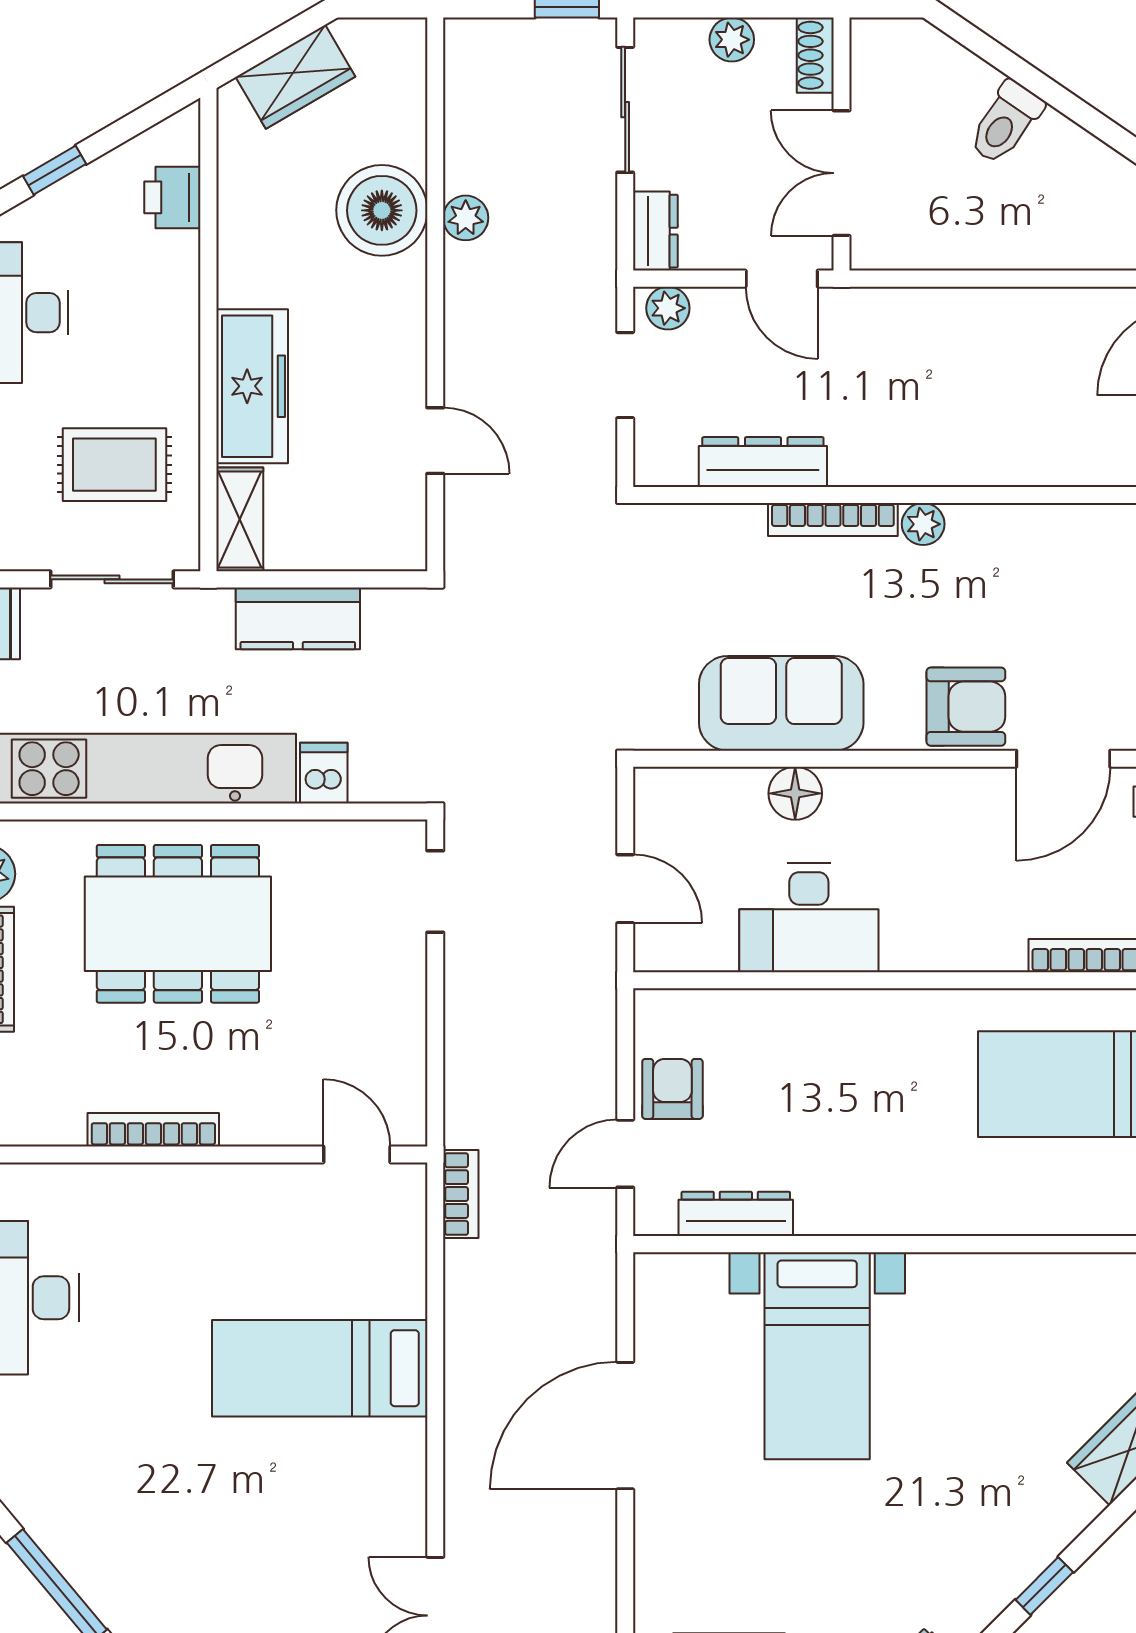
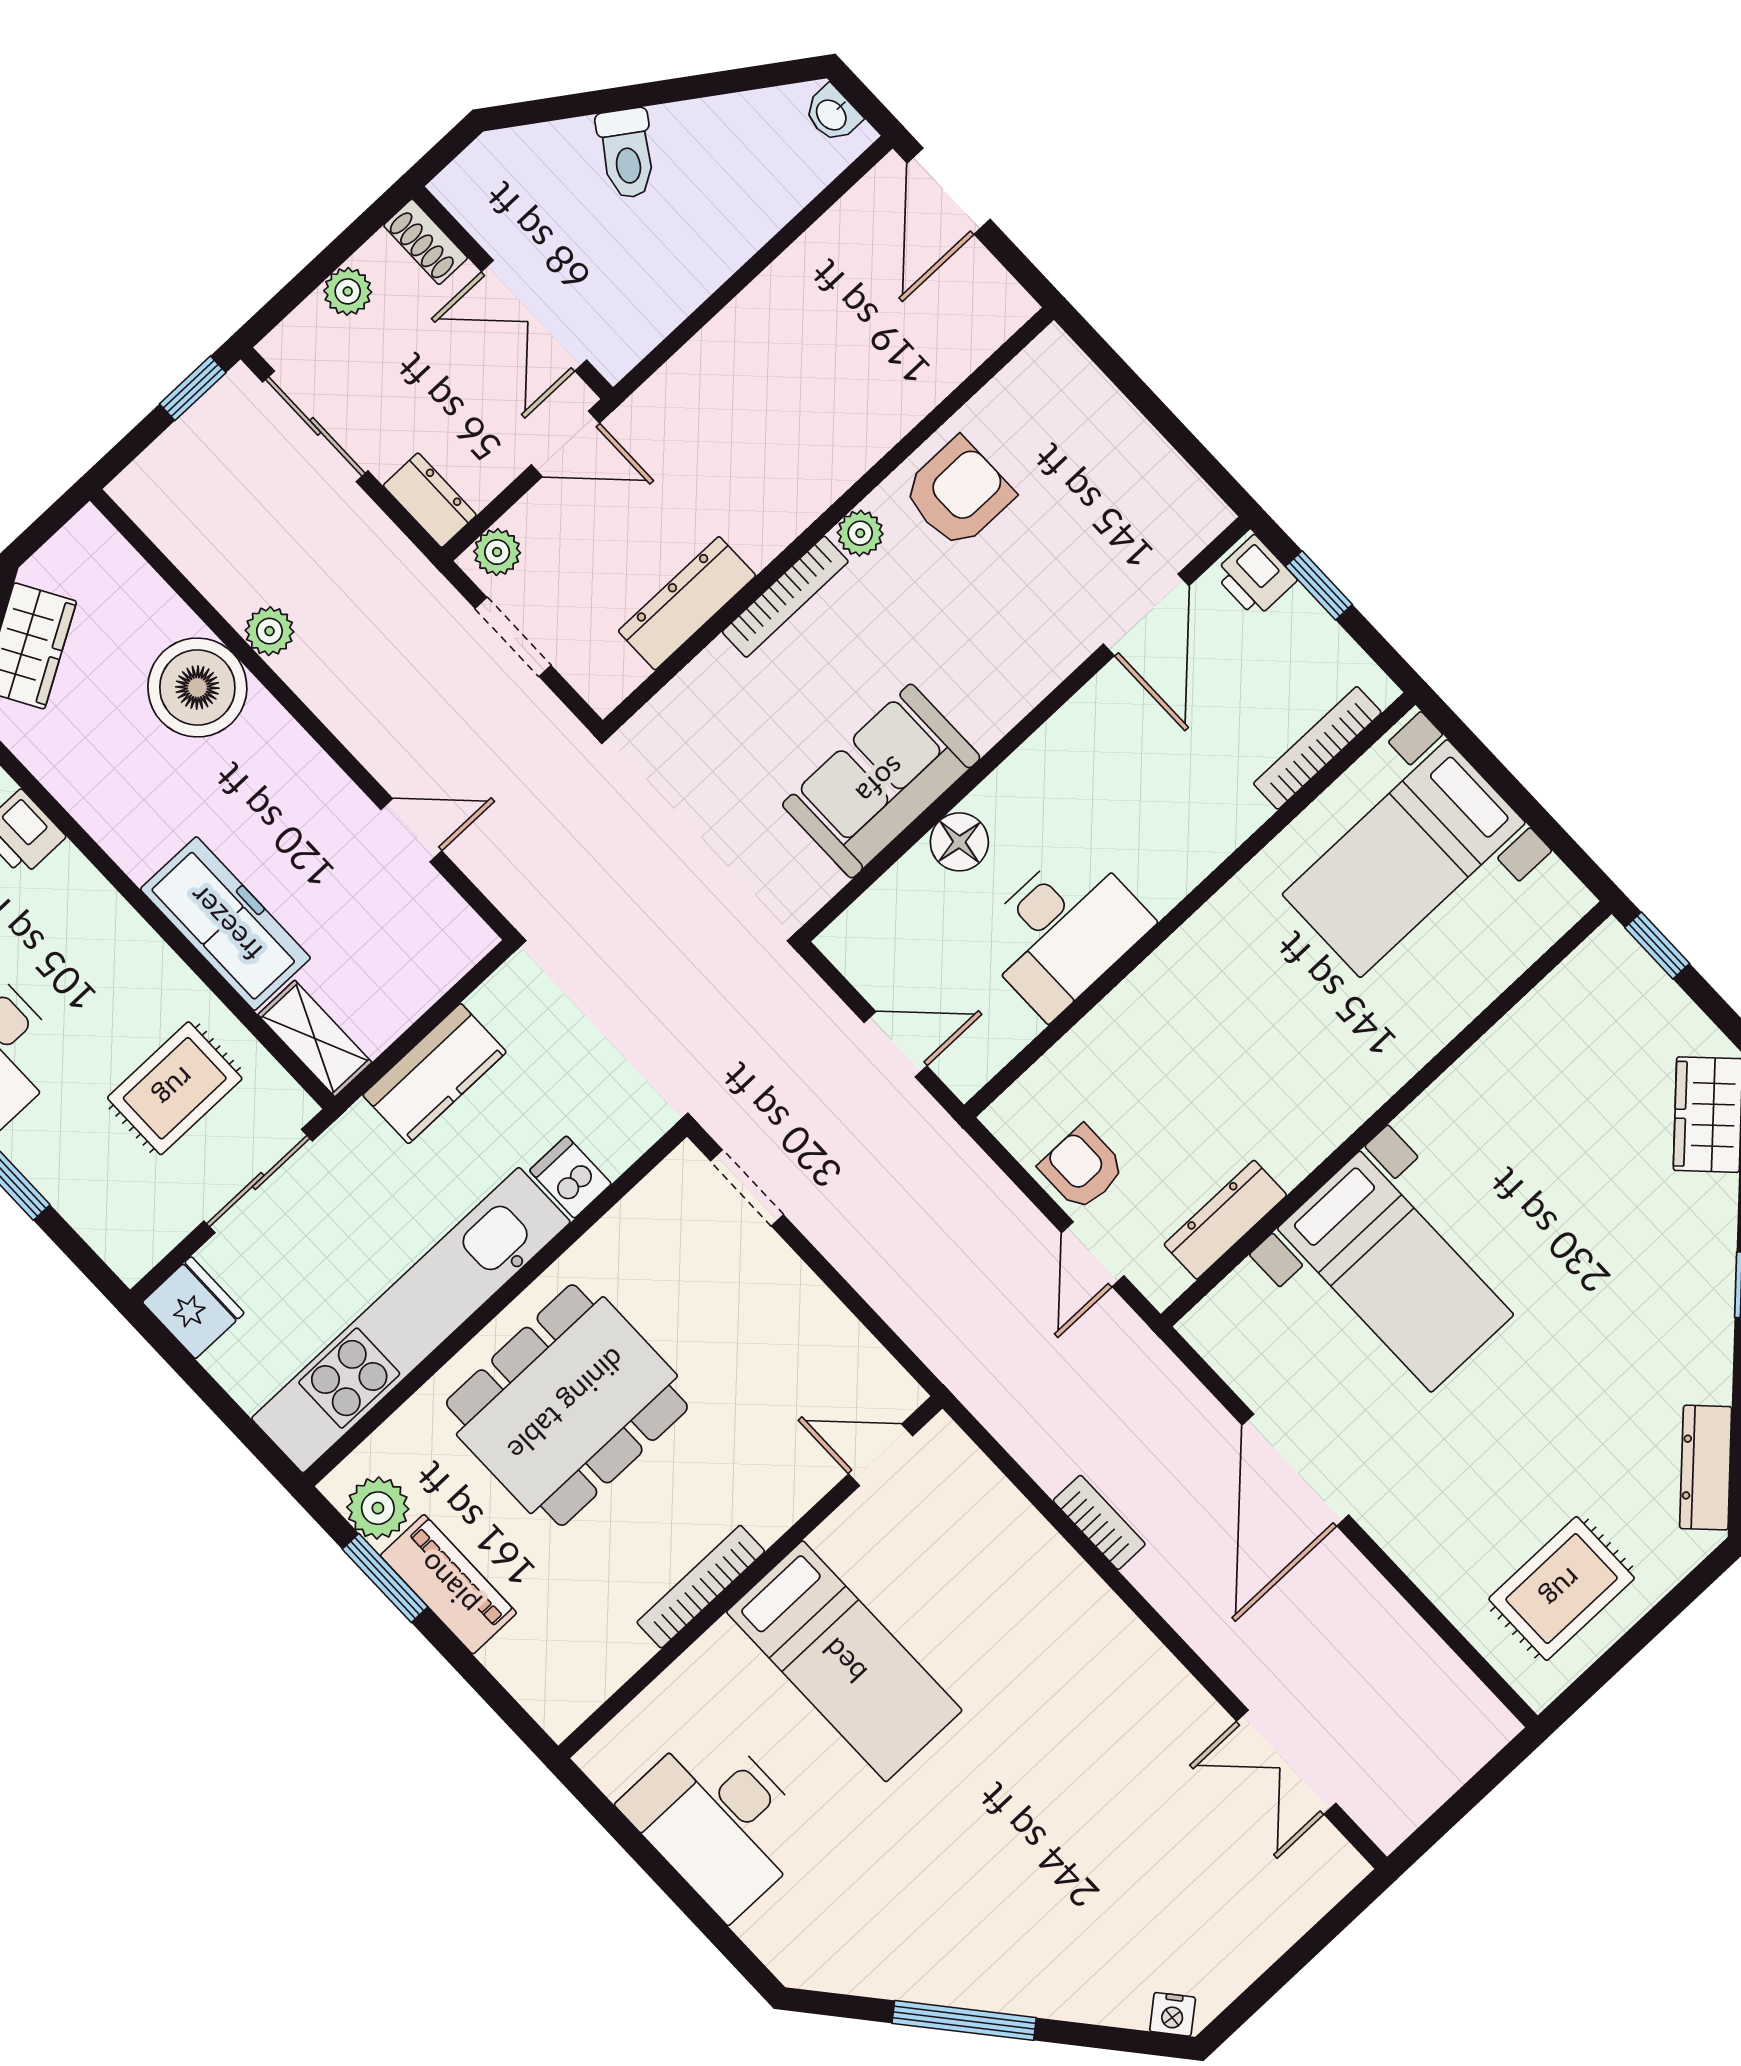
armchair: (966, 707) -> (958, 493), moved
bookcase: (461, 1194) -> (1099, 1522), moved
bed: (320, 1368) -> (844, 1661), moved, turned -90

